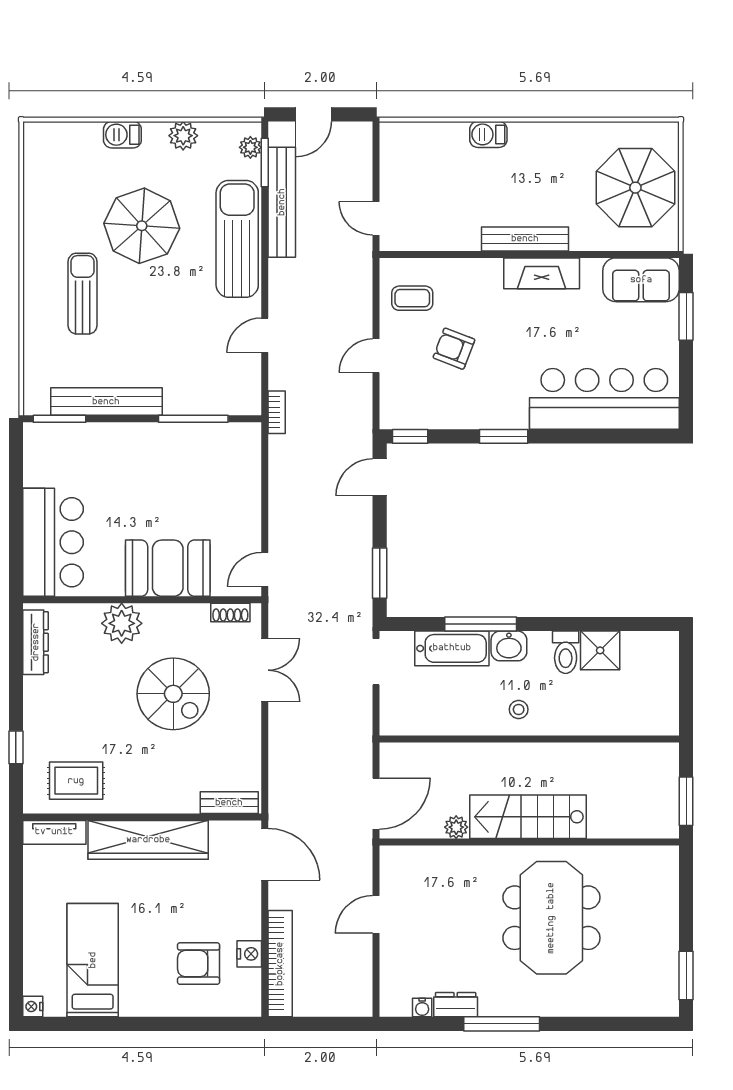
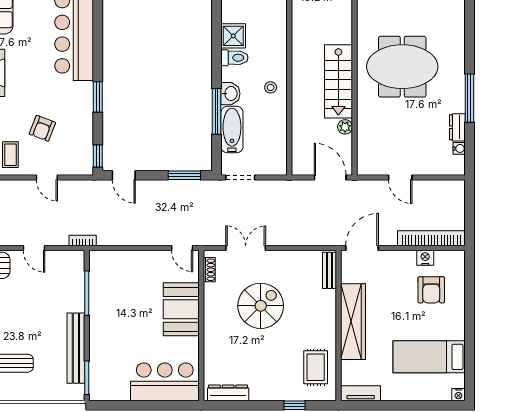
plant: (122, 623) -> (216, 338), removed
tv unit: (54, 832) -> (361, 393), moved, turned -90

